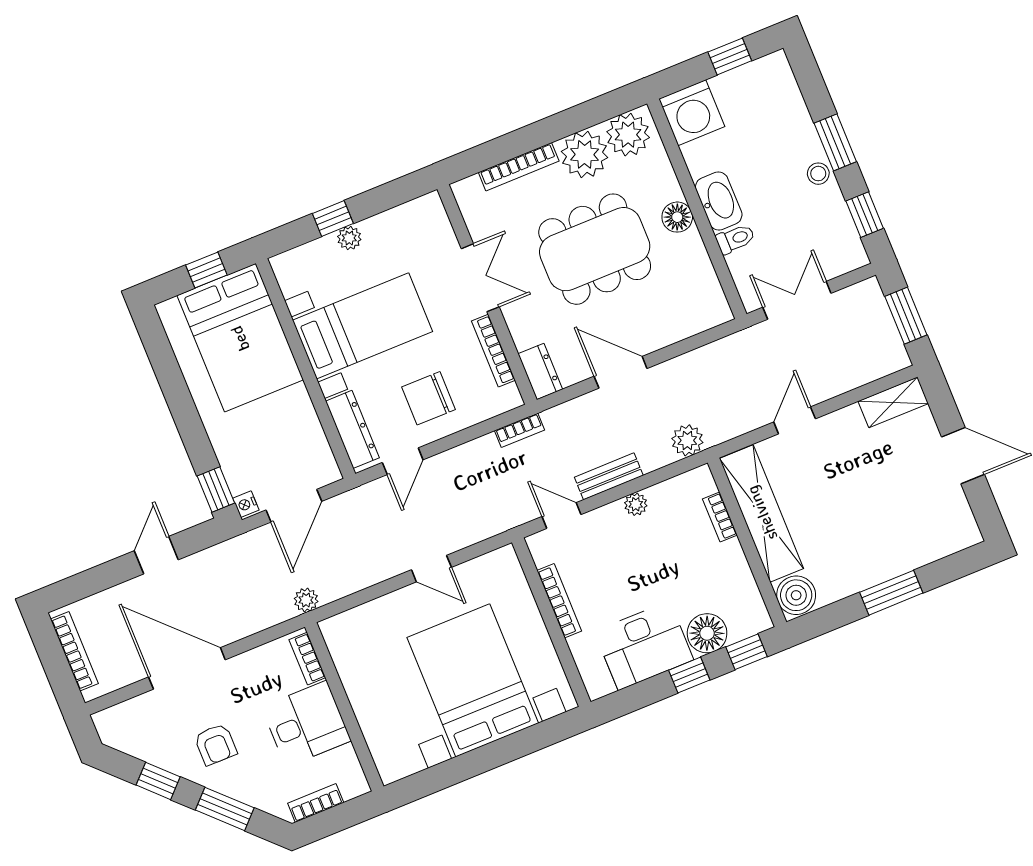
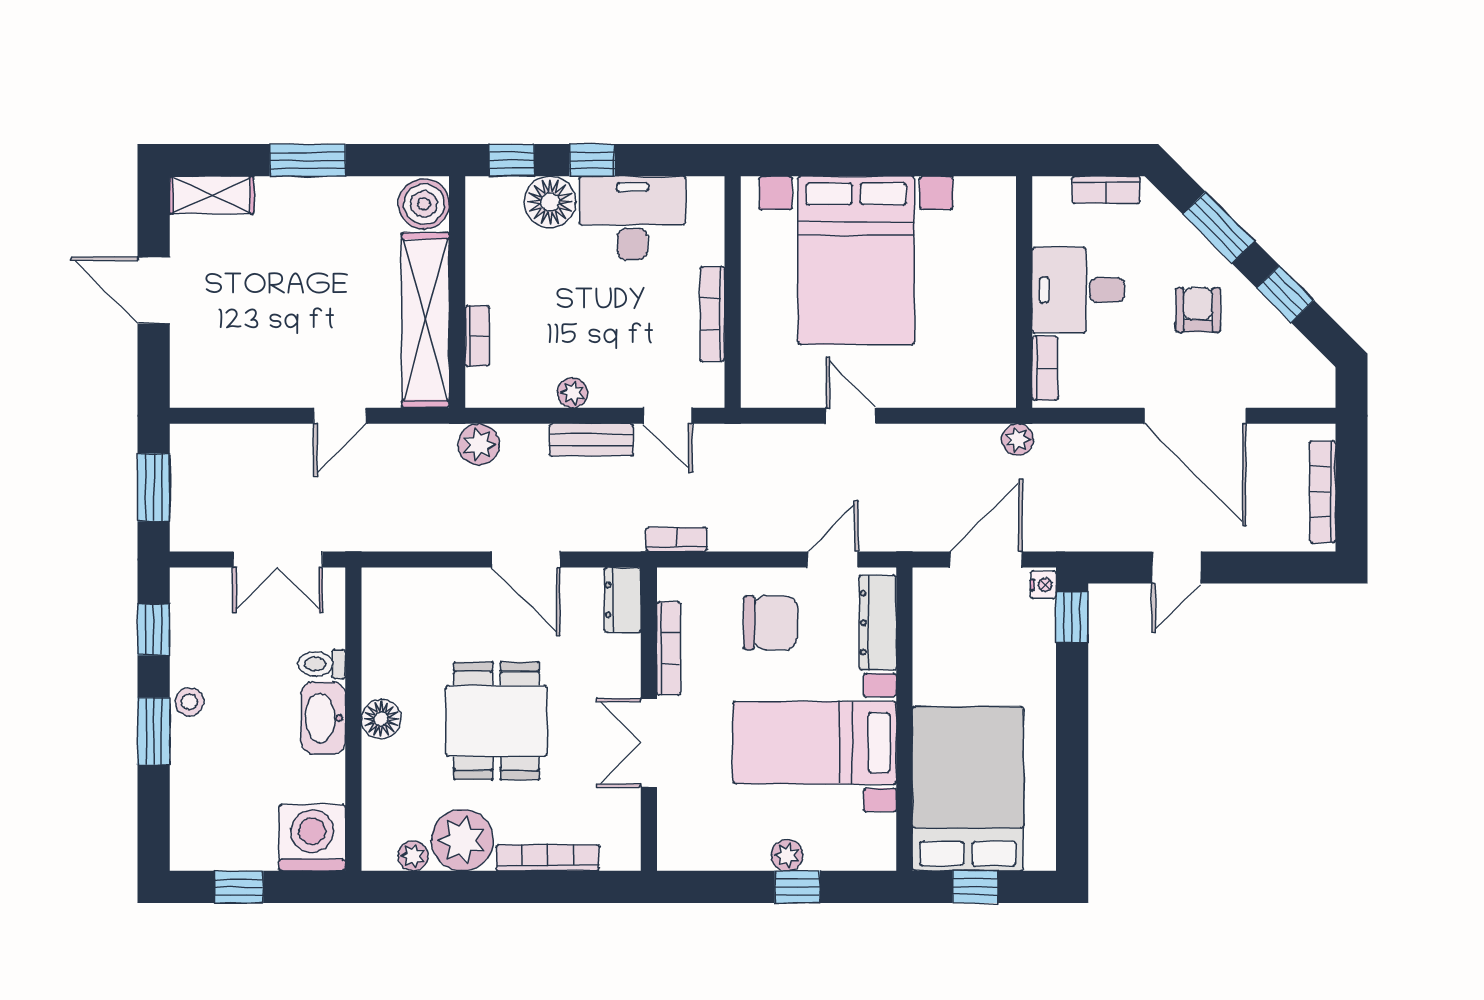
plant: (628, 135) -> (413, 856), width x0.53, depth x0.53
dining table: (595, 249) -> (497, 721), width x0.73
shelving: (893, 402) -> (212, 195), moved

